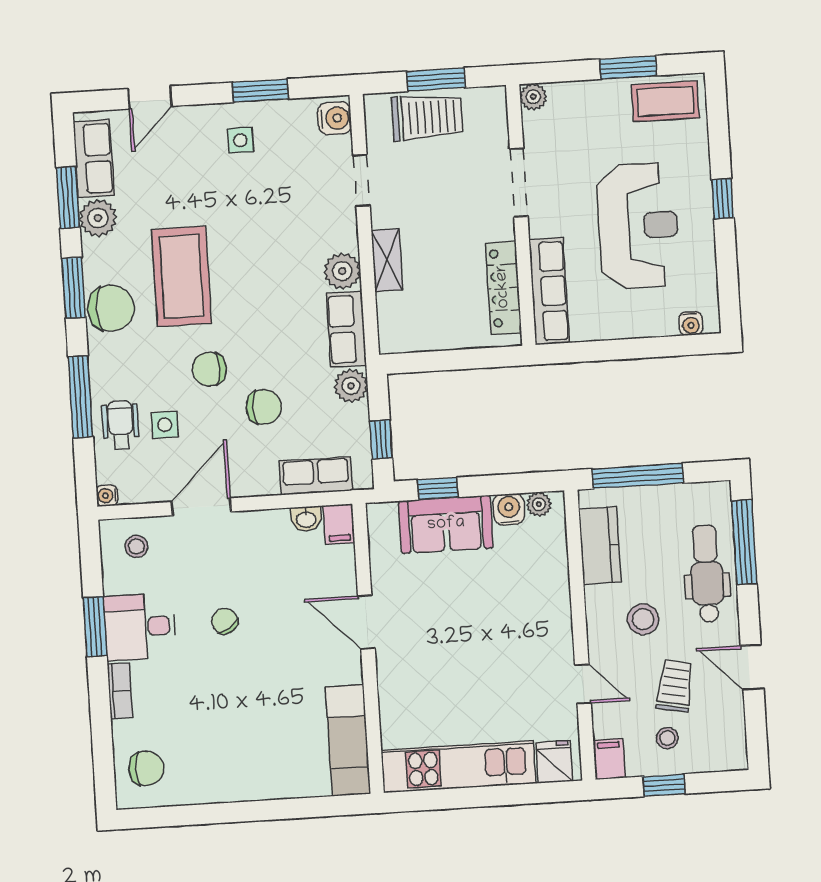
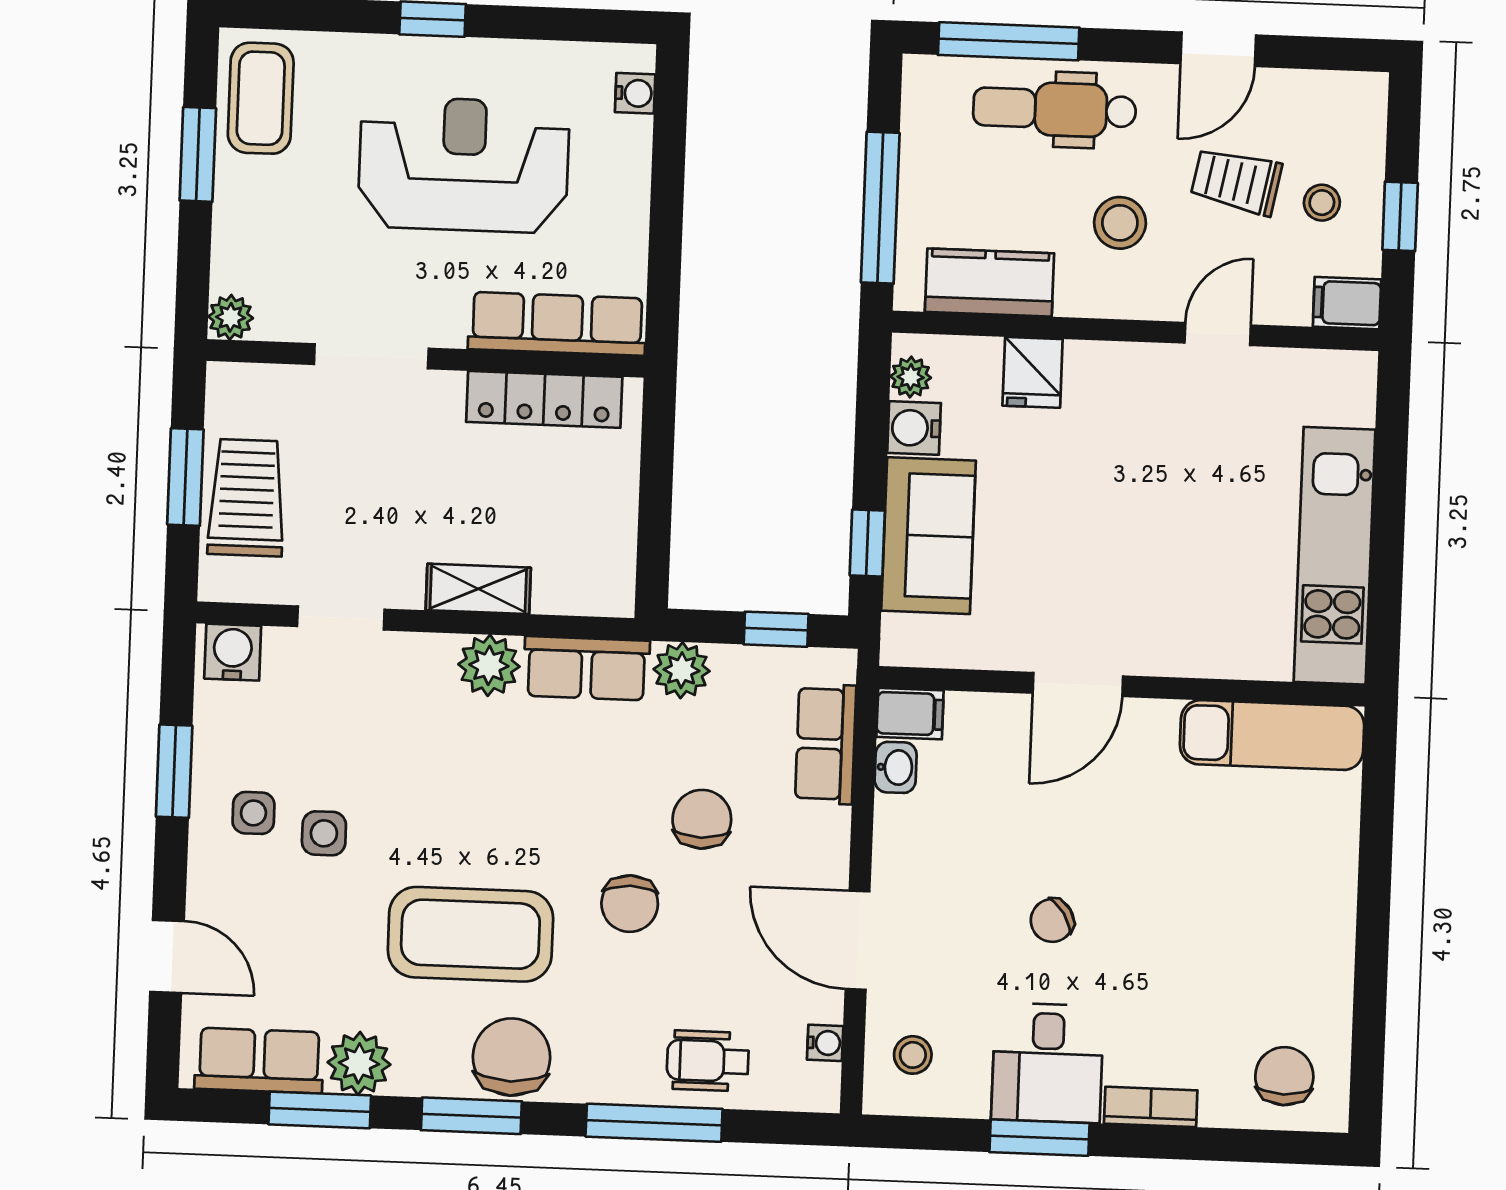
side table: (165, 425) -> (324, 833), moved
water cooler: (107, 496) -> (825, 1043), moved, turned -90
fridge: (554, 762) -> (1033, 372), moved, turned -90

